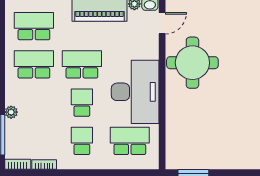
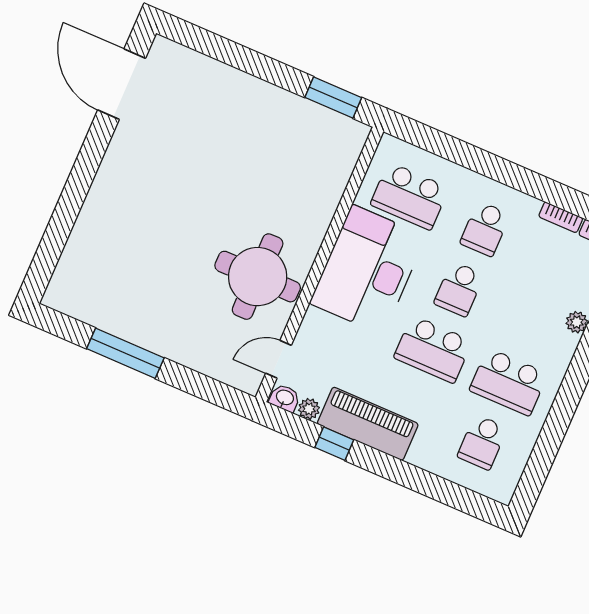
school desk: (34, 26) -> (482, 442), width x0.54

